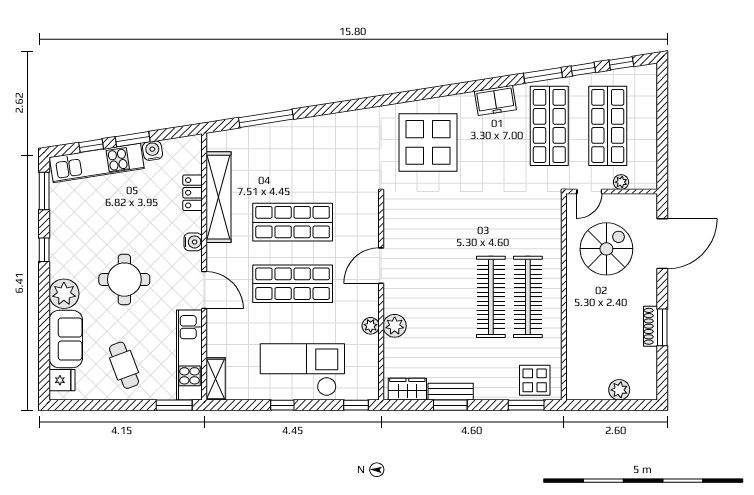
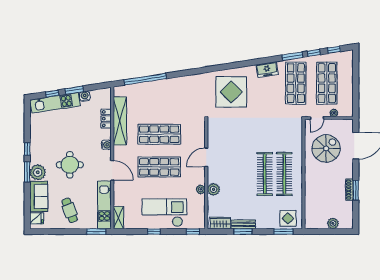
window: (266, 118) -> (145, 79), width x1.46
window: (44, 191) -> (27, 172), moved

